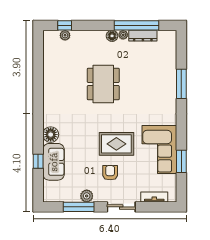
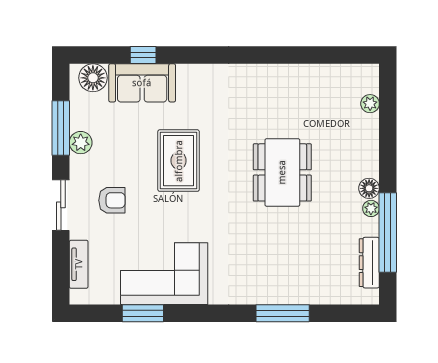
window: (65, 25) -> (388, 103), removed
dresser: (143, 36) -> (369, 263), moved
dining table: (103, 84) -> (282, 172), turned 90
floor lamp: (51, 135) -> (93, 78), moved
rug: (116, 144) -> (179, 161), moved
armchair: (110, 173) -> (112, 200), moved

